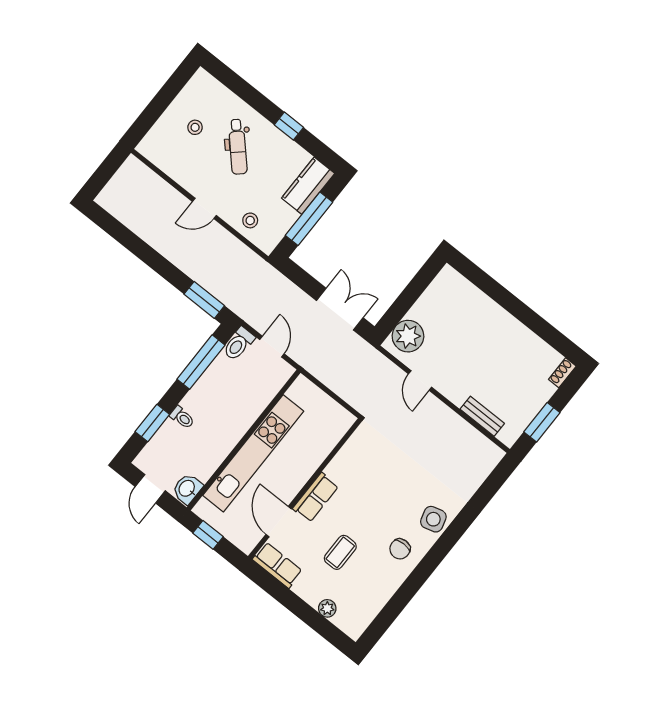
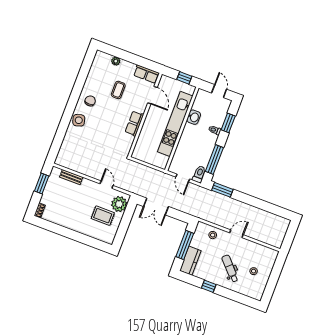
rug: (446, 324) -> (103, 216), added
washbasin: (187, 489) -> (194, 117), moved
row of seats: (316, 497) -> (134, 123), moved

